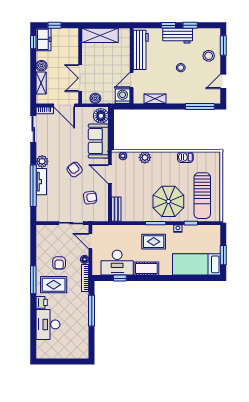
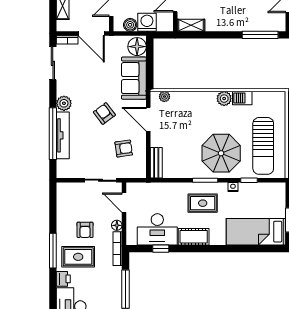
washing machine: (123, 96) -> (147, 22), moved
shelving: (155, 99) -> (191, 25), moved
plant: (145, 157) -> (224, 99), moved
tv unit: (41, 182) -> (63, 135), width x1.41

